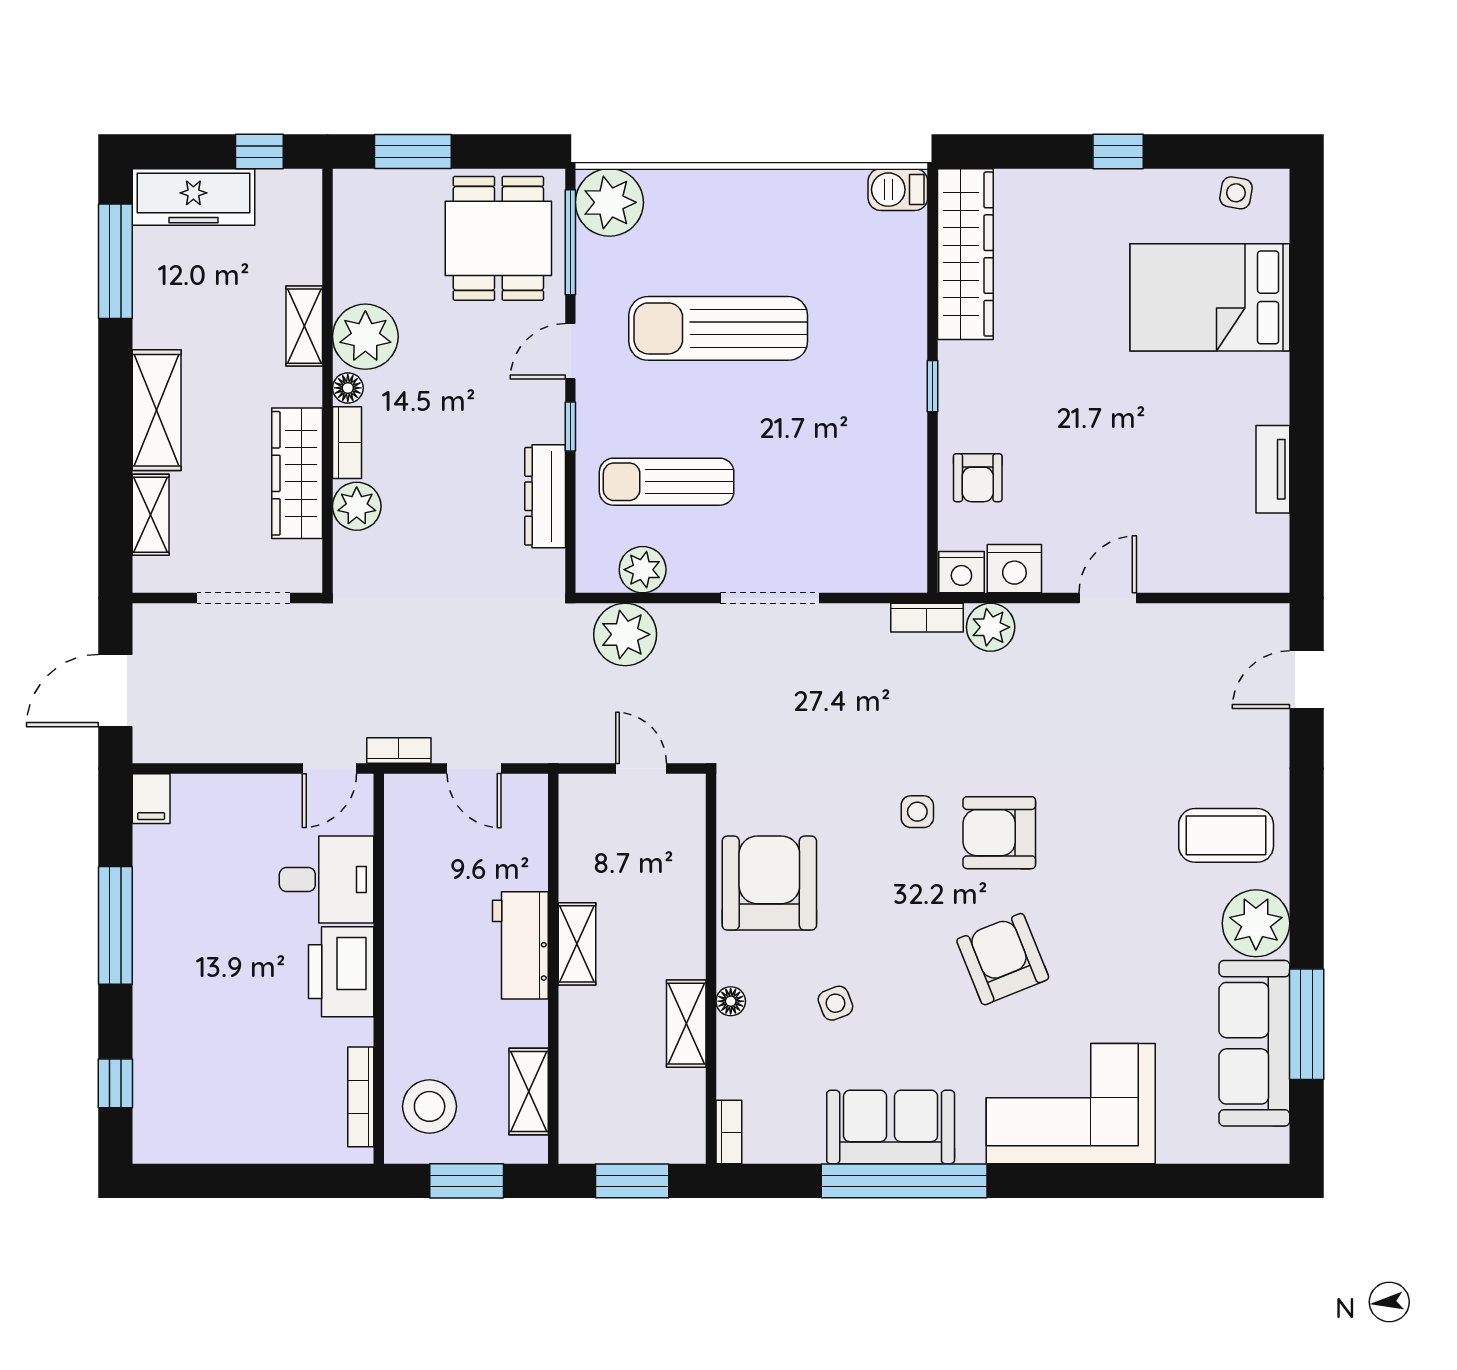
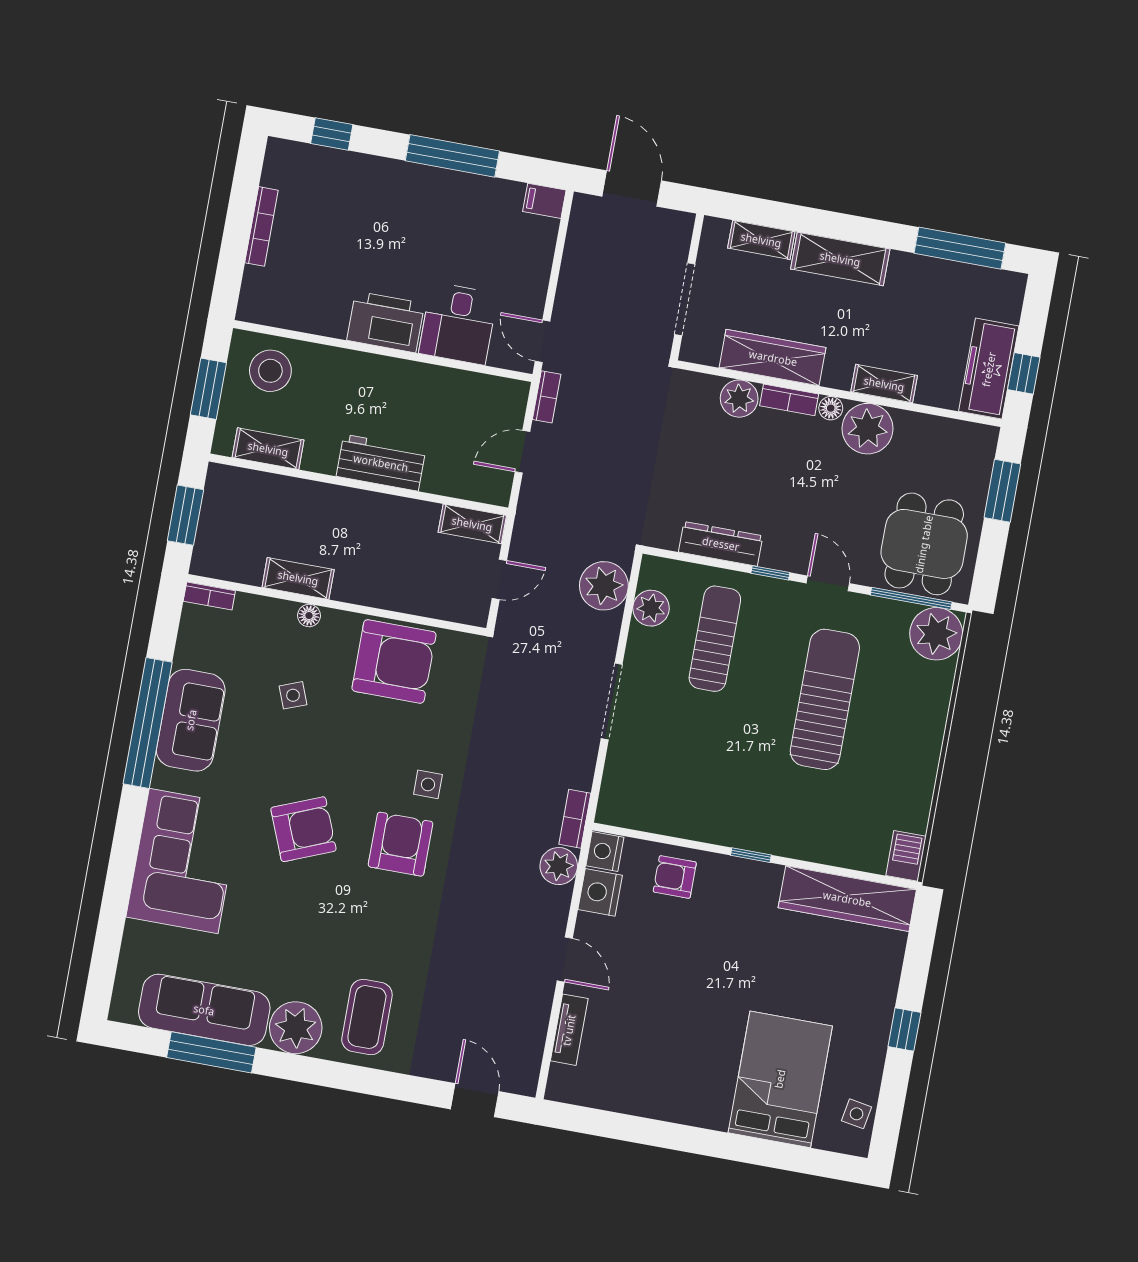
freezer: (193, 197) -> (989, 369), moved
dining table: (498, 238) -> (924, 544), turned 90
tv unit: (1273, 469) -> (569, 1030), moved, turned 90
shelving: (577, 944) -> (472, 524), moved
bookcase: (361, 1097) -> (261, 226), moved, turned 90

